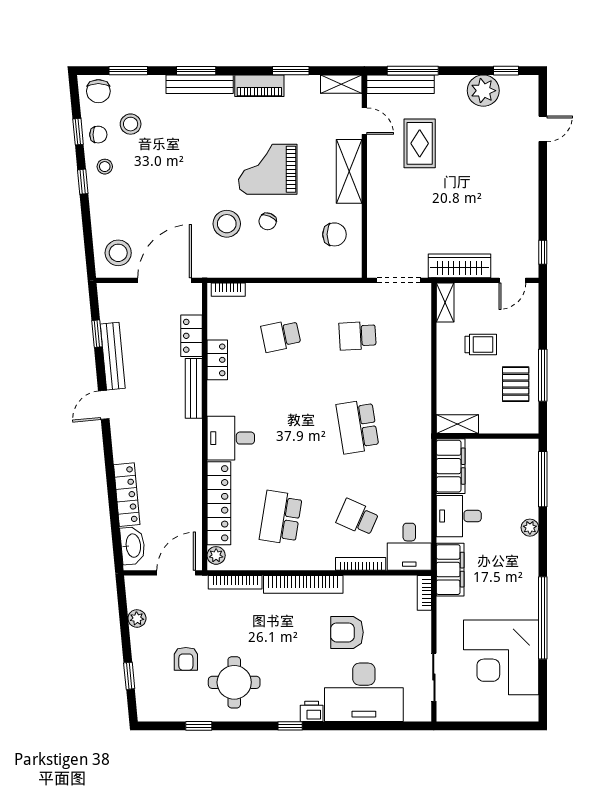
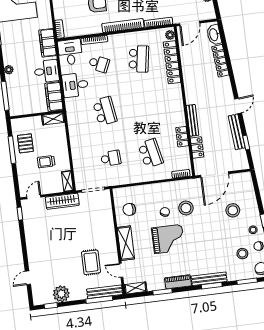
stool: (118, 253) -> (233, 210), moved
school desk: (281, 336) -> (151, 153), width x1.85
desk: (231, 438) -> (75, 85), moved, turned 180

